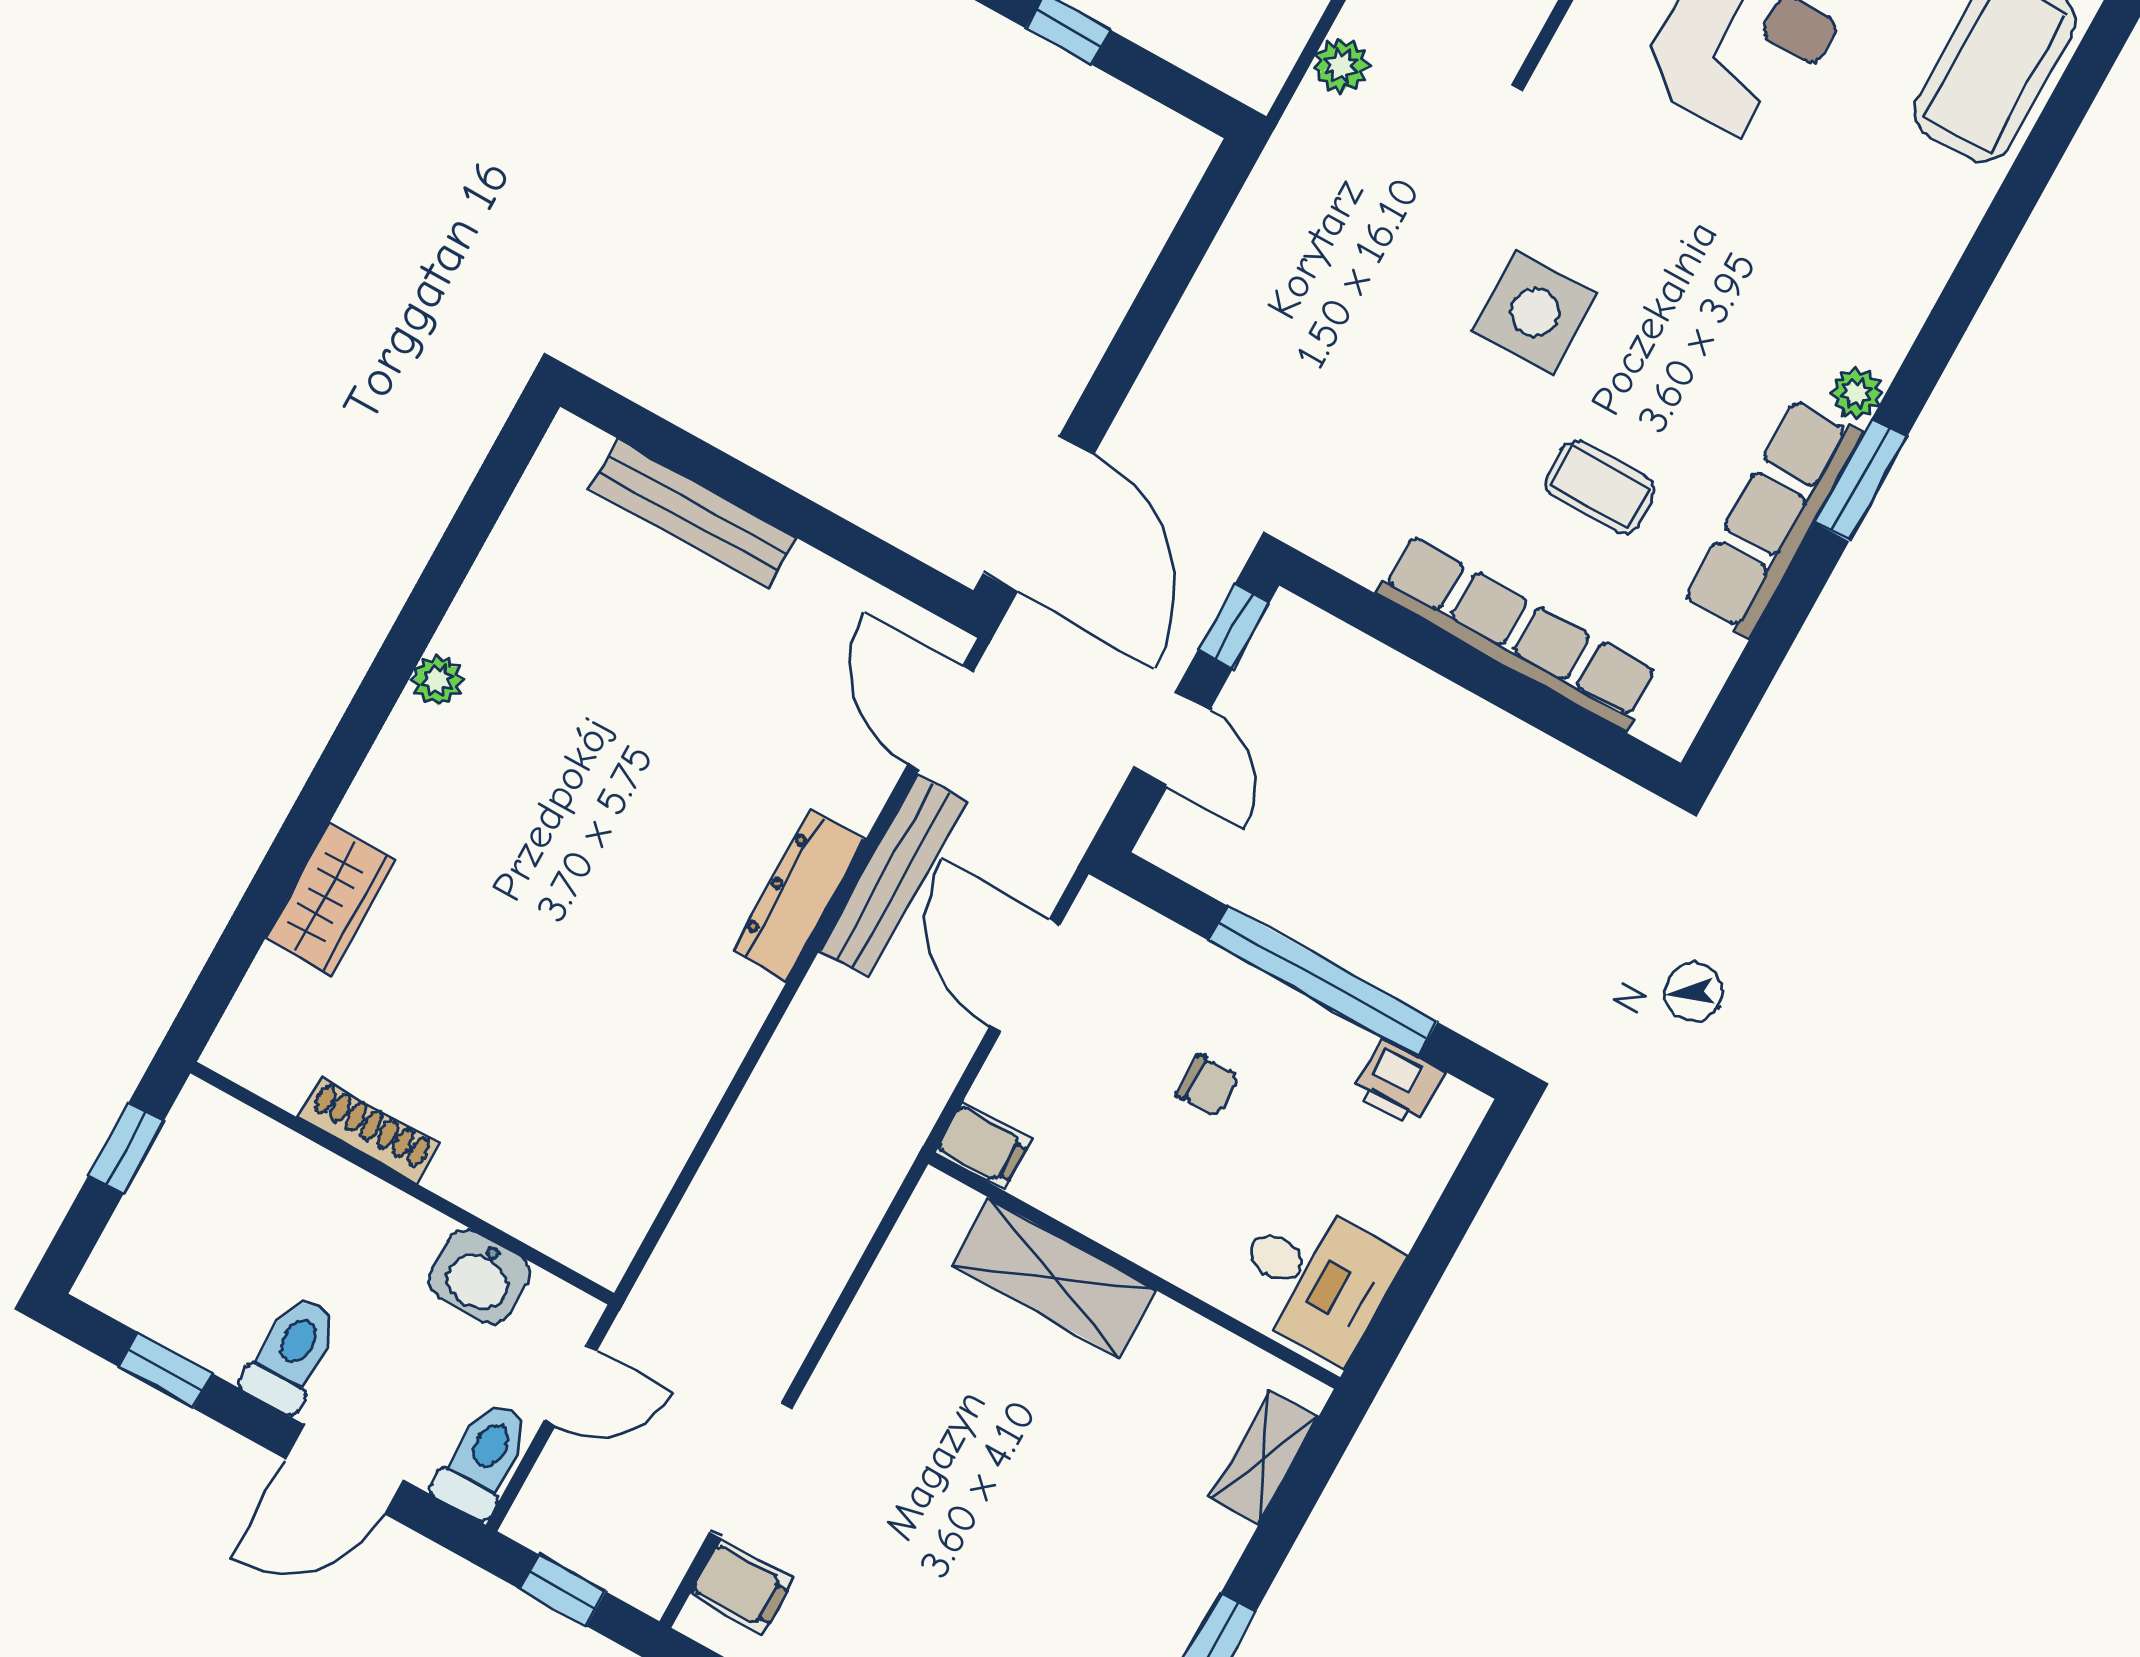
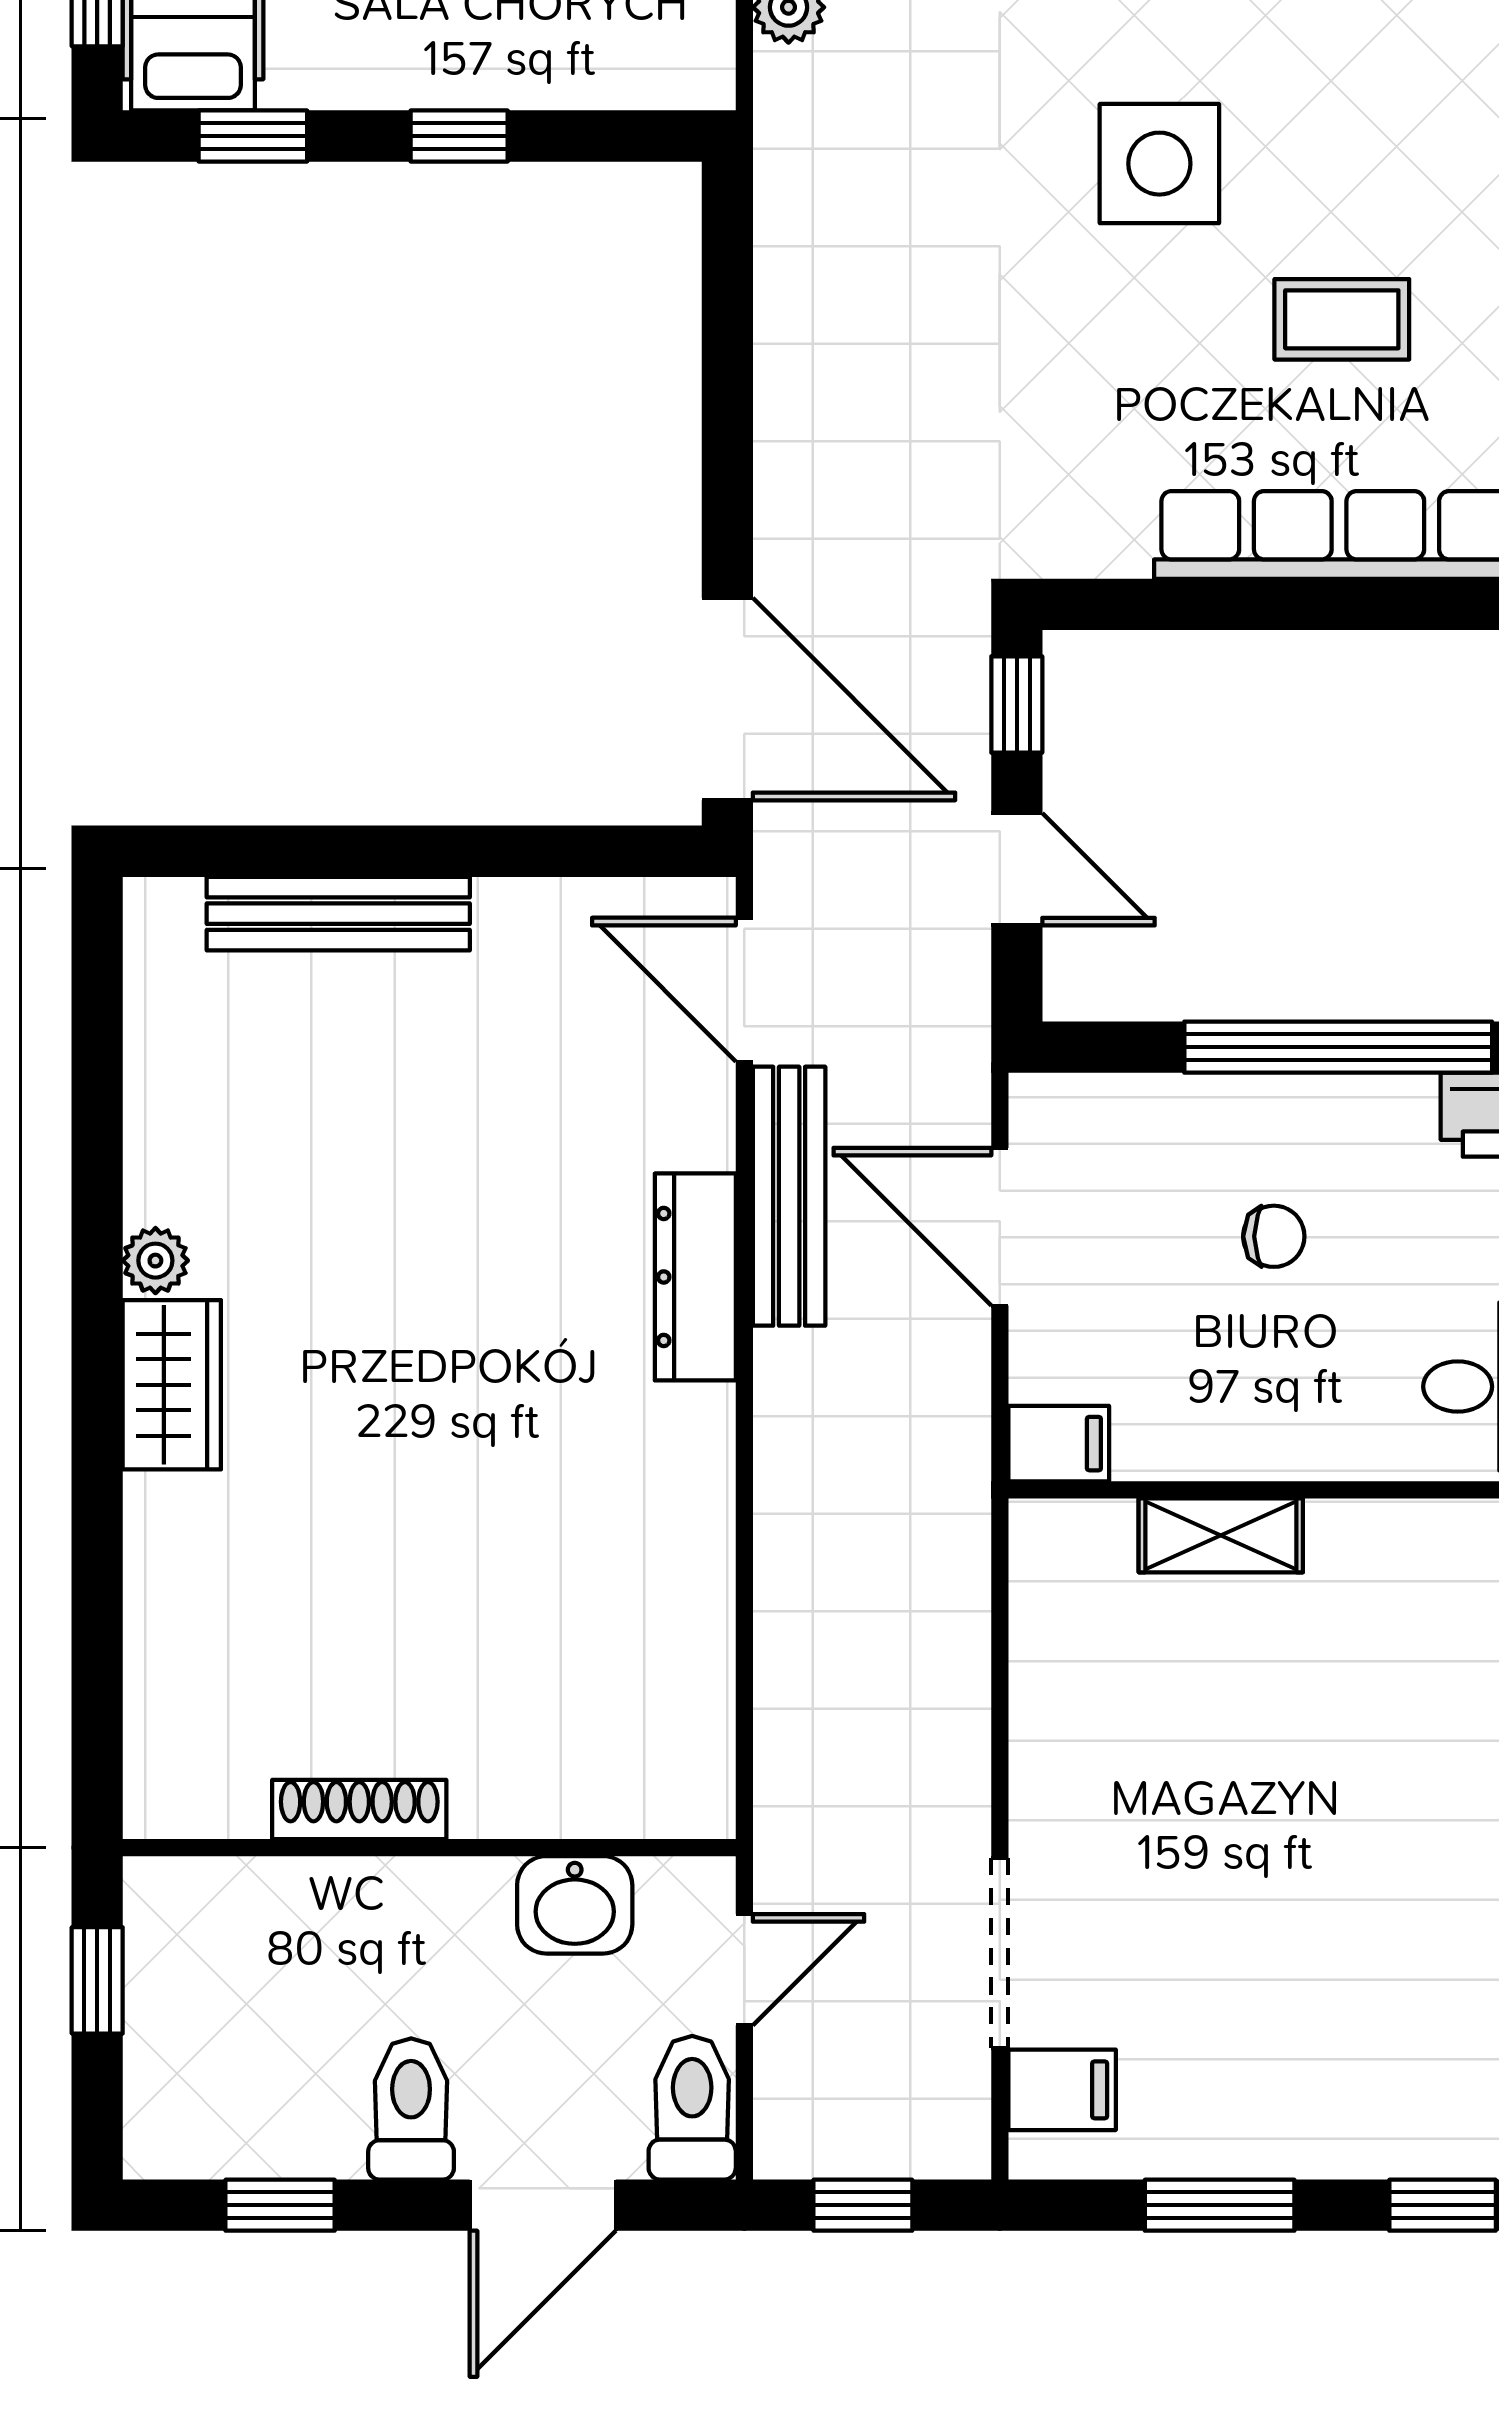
wardrobe: (330, 900) -> (172, 1385), moved
shelving: (1054, 1278) -> (1221, 1535), width x0.67, depth x0.75

